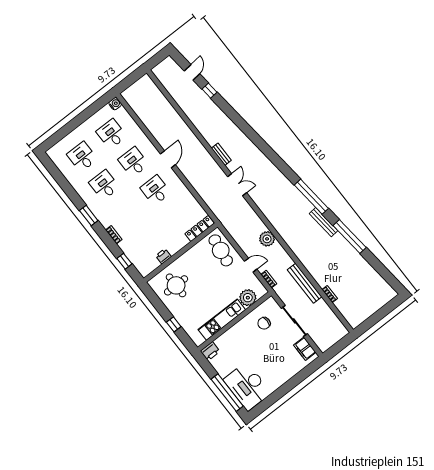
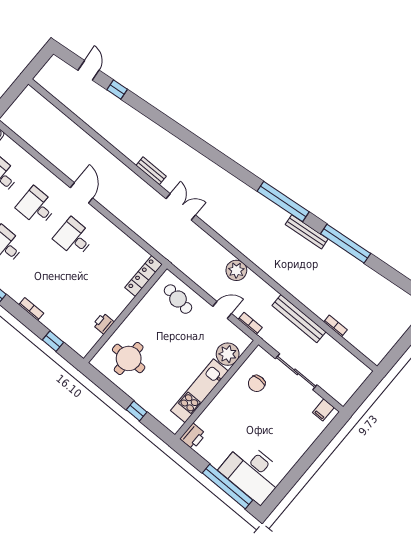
cafe table: (221, 250) -> (178, 299), width x0.73, depth x0.74
filing cabinet: (305, 349) -> (323, 410), width x0.50

